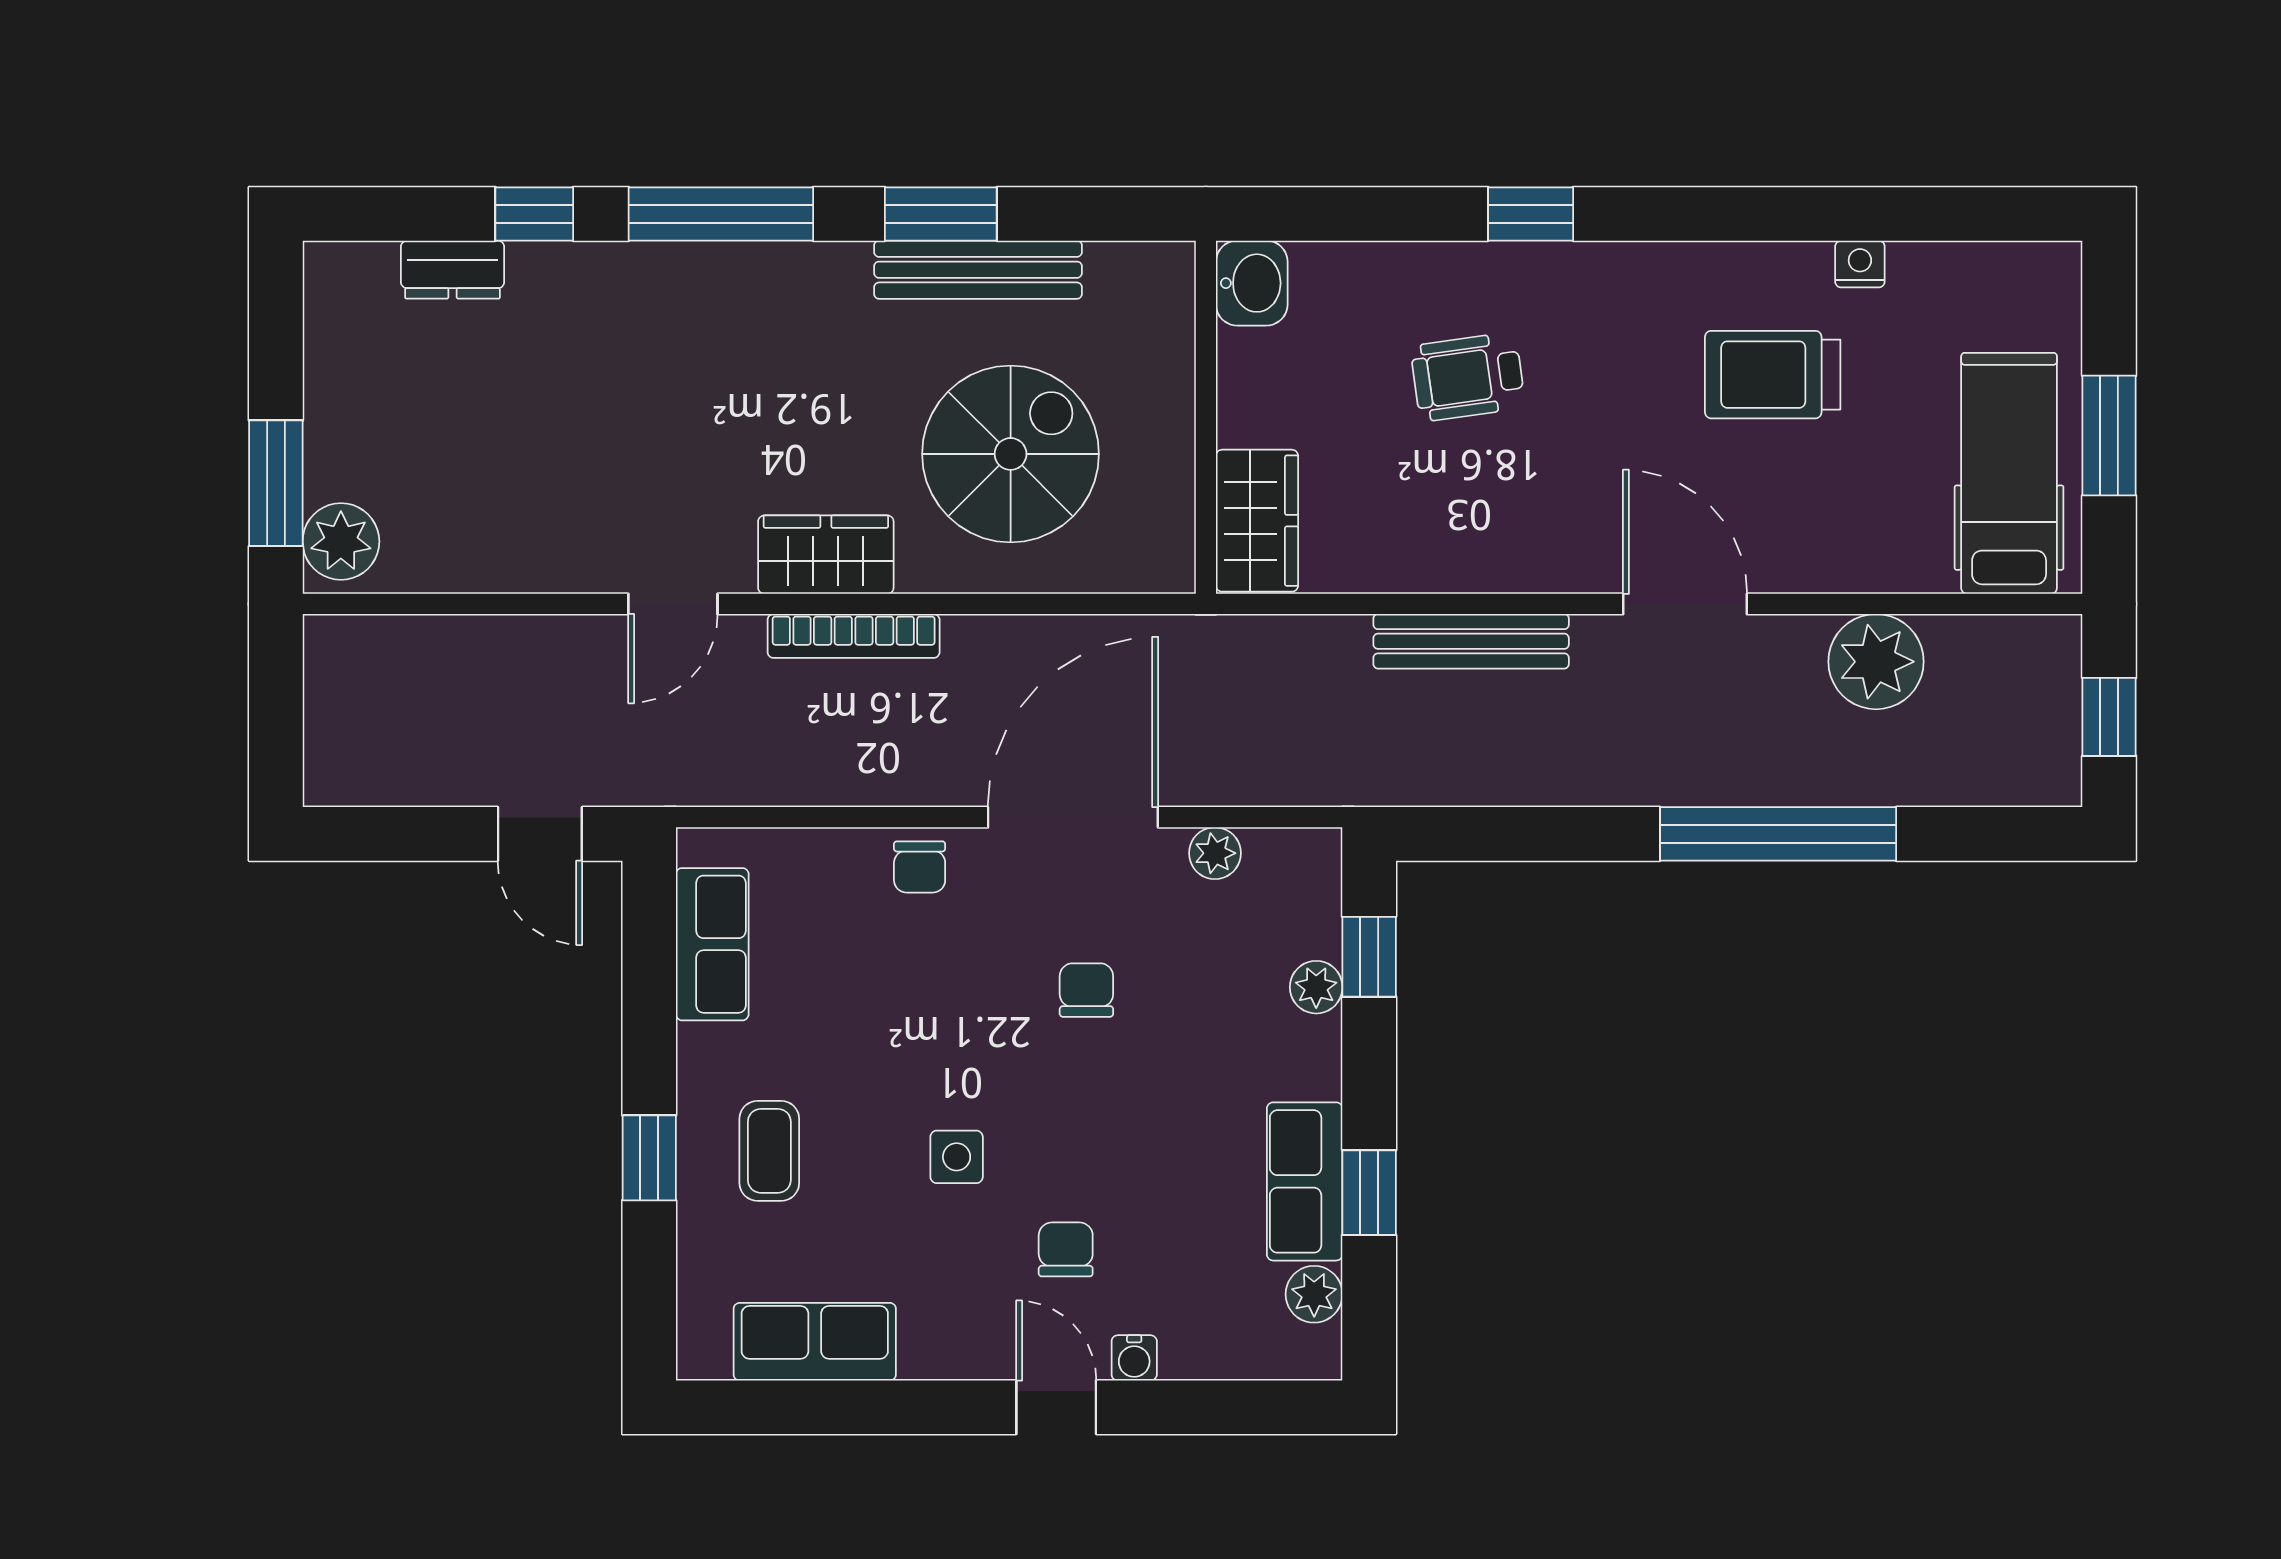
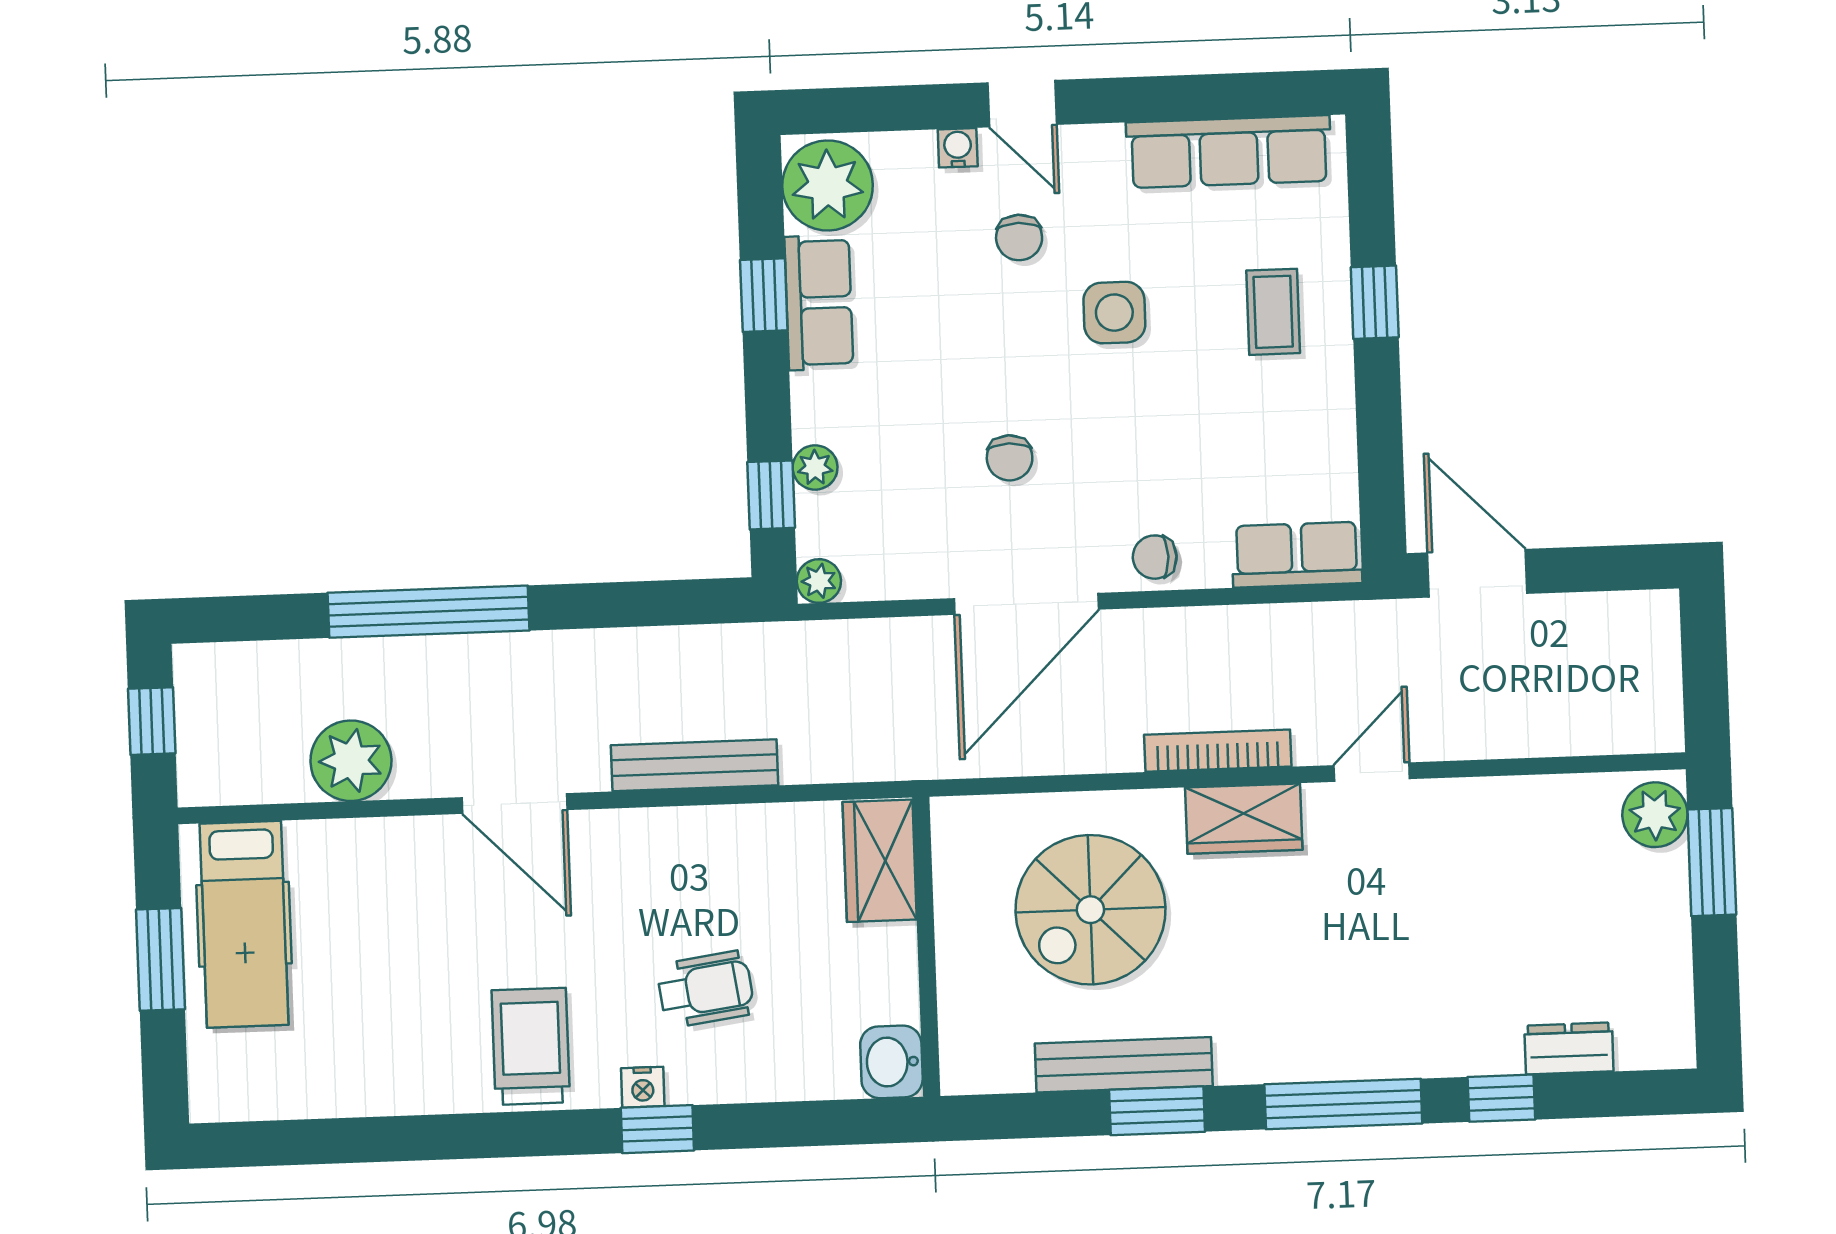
nightstand: (1860, 264) -> (643, 1087), moved
trolley: (1773, 375) -> (531, 1046), moved, turned -90
door: (540, 834) -> (1477, 573), width x1.38
plant: (1215, 853) -> (819, 581), moved
chair: (920, 867) -> (1155, 557), turned -90
row of seats: (712, 944) -> (1297, 555), moved, turned 90
side table: (957, 1157) -> (1114, 313), width x1.37, depth x1.37
plant: (1314, 1294) -> (828, 185), width x1.87, depth x1.87
row of seats: (815, 1342) -> (1229, 152), width x1.48

